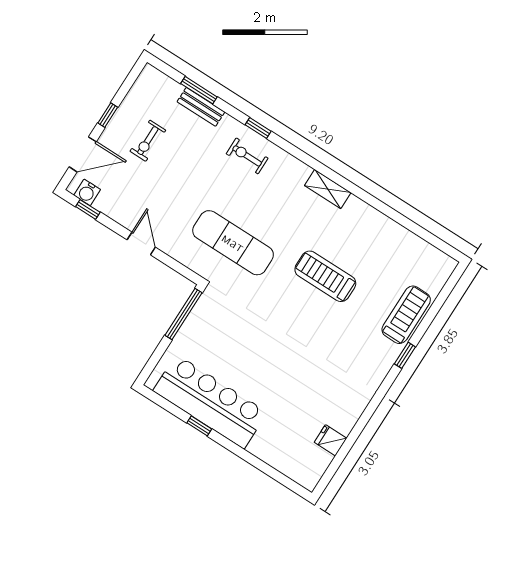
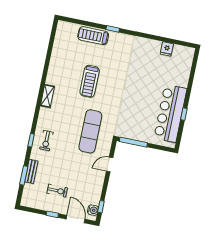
door: (141, 244) -> (110, 165), moved

